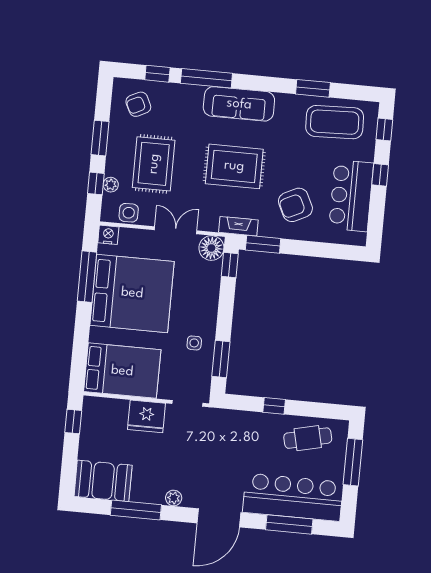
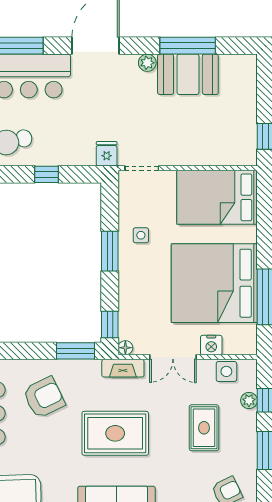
rug: (154, 164) -> (204, 428), width x0.73, depth x0.70
fireplace: (238, 226) -> (123, 368), moved
nightstand: (108, 235) -> (211, 345), moved
floor lamp: (211, 248) -> (125, 348), width x0.53, depth x0.53
window: (221, 359) -> (110, 251), moved
fridge: (146, 416) -> (107, 154), moved, width x0.53, depth x0.75
booth: (103, 481) -> (188, 74), moved

